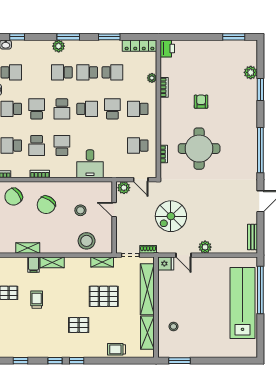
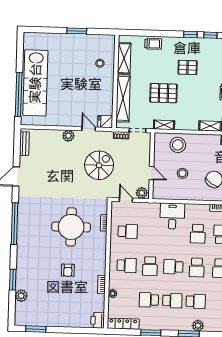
school desk: (62, 109) -> (197, 268), turned 180
window: (179, 361) -> (77, 31), moved

